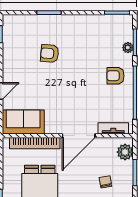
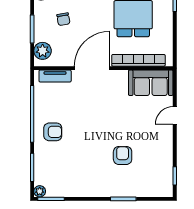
plant: (128, 48) -> (40, 191), moved
armchair: (50, 53) -> (123, 155), turned -95

